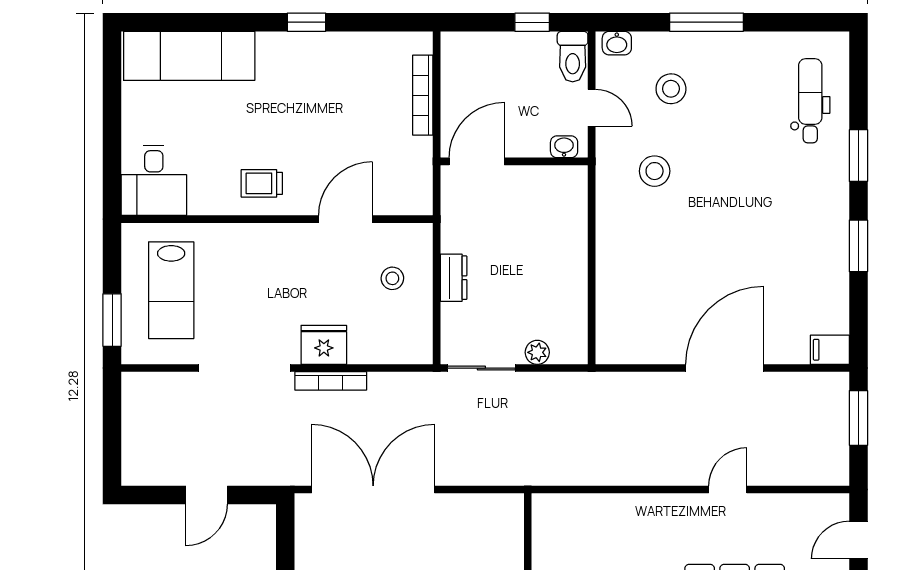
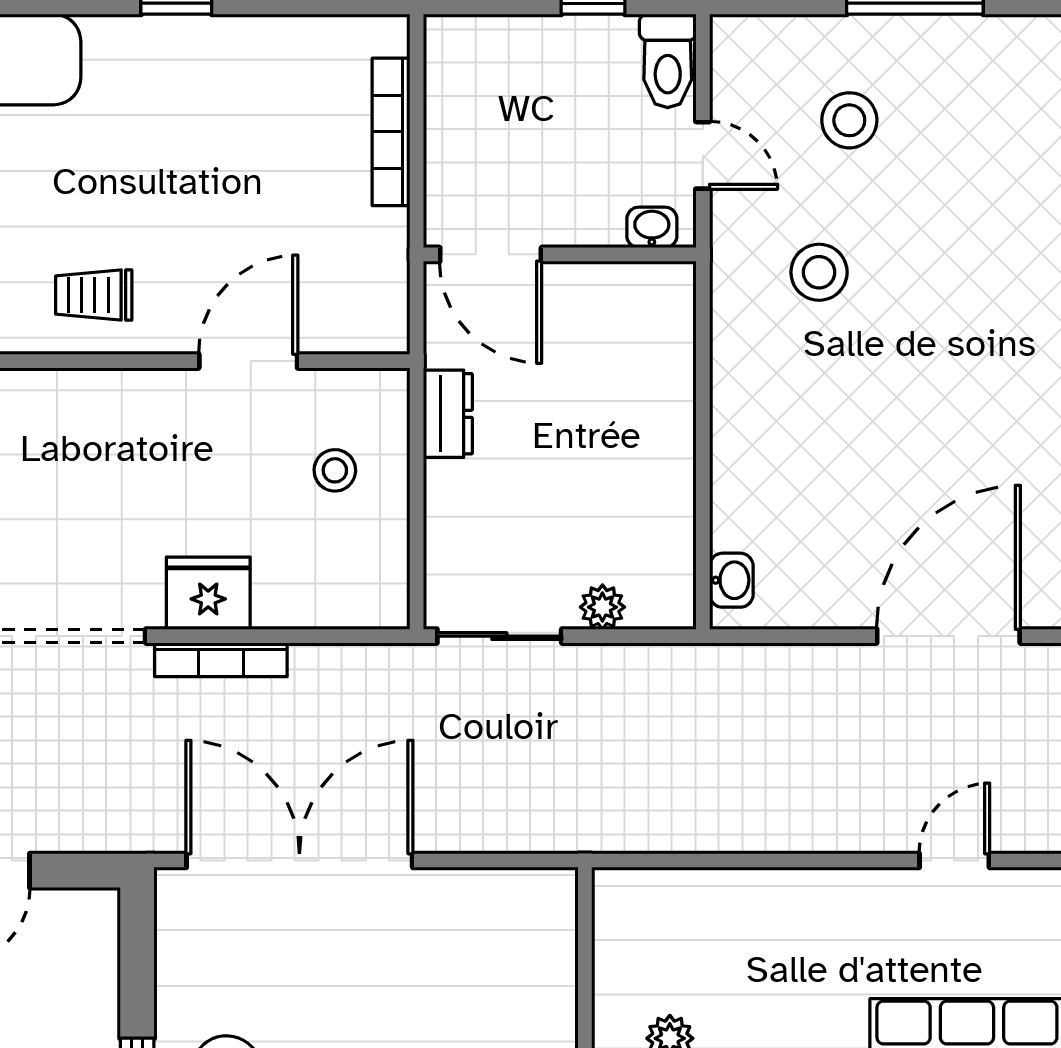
washbasin: (617, 43) -> (731, 580), moved, turned -90
door: (477, 161) -> (491, 254), swing flipped
dresser: (454, 278) -> (448, 414), moved

